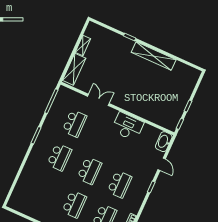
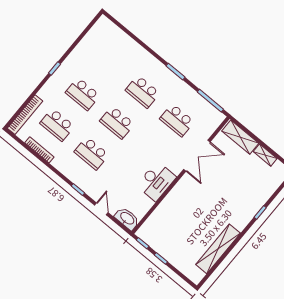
shelving: (154, 56) -> (218, 249), moved
double door: (98, 100) -> (197, 156), width x1.37
door: (162, 164) -> (101, 209), swing flipped

